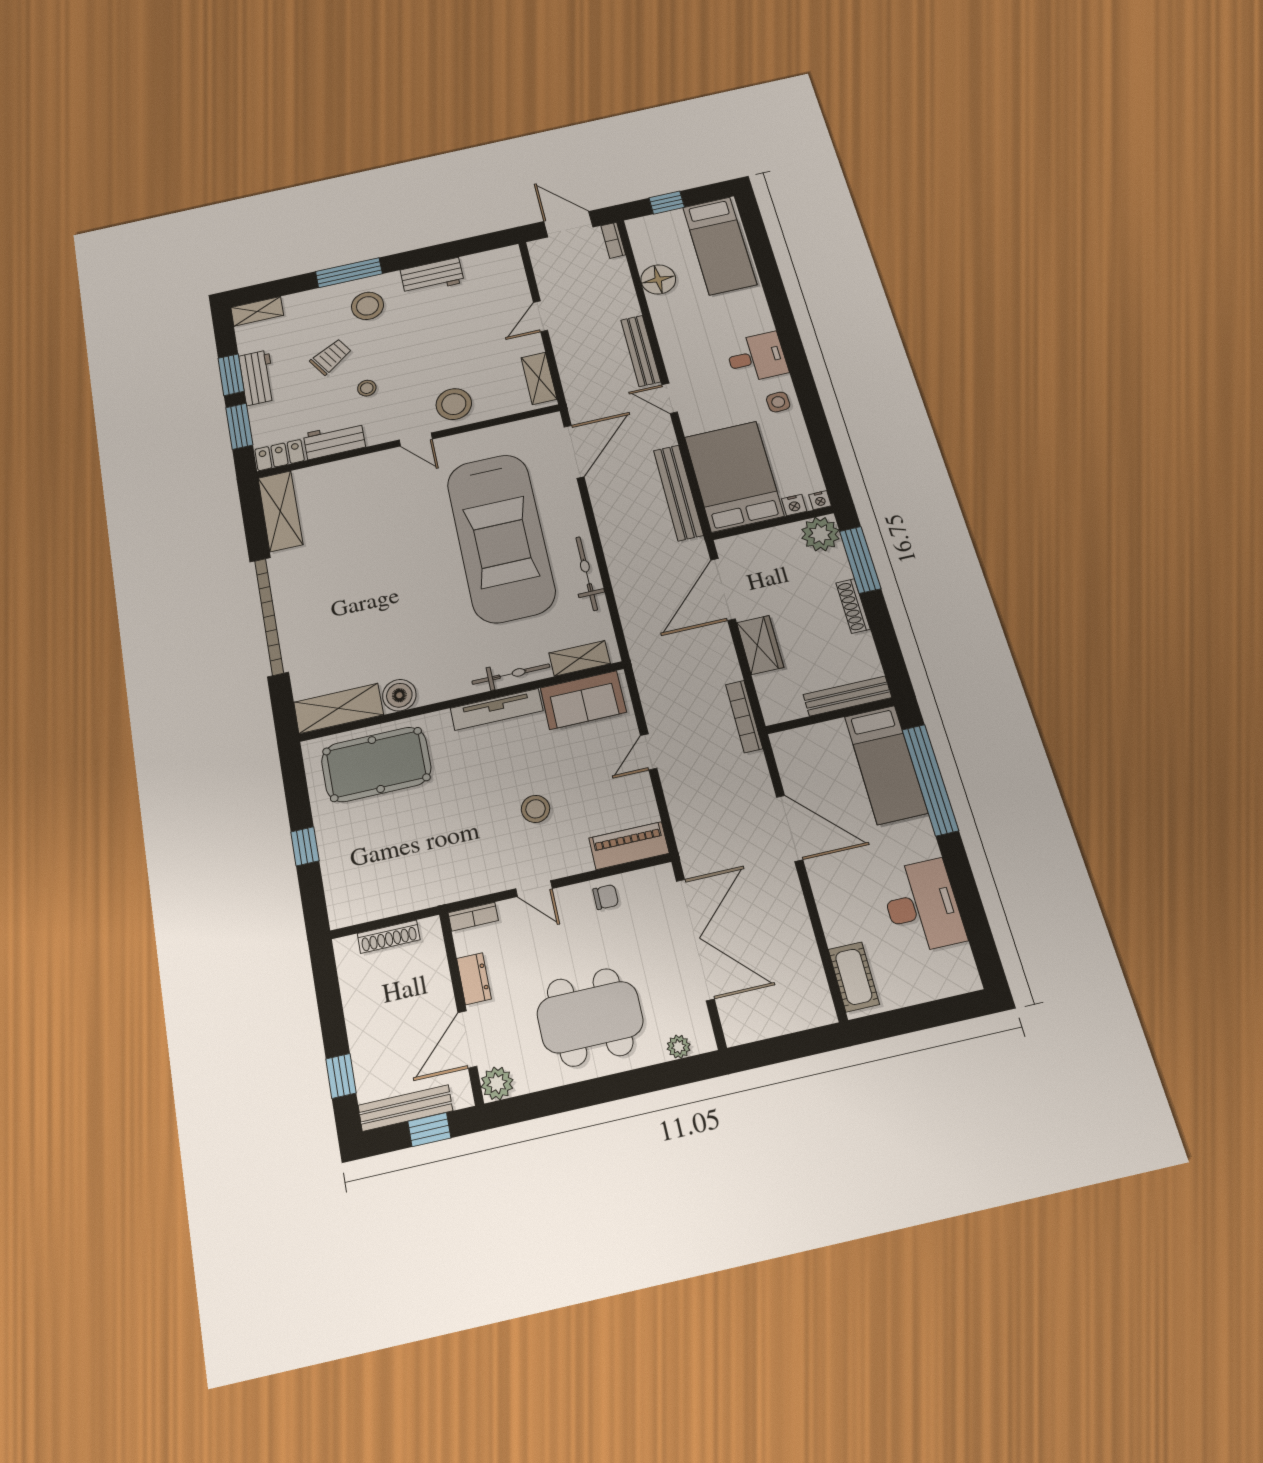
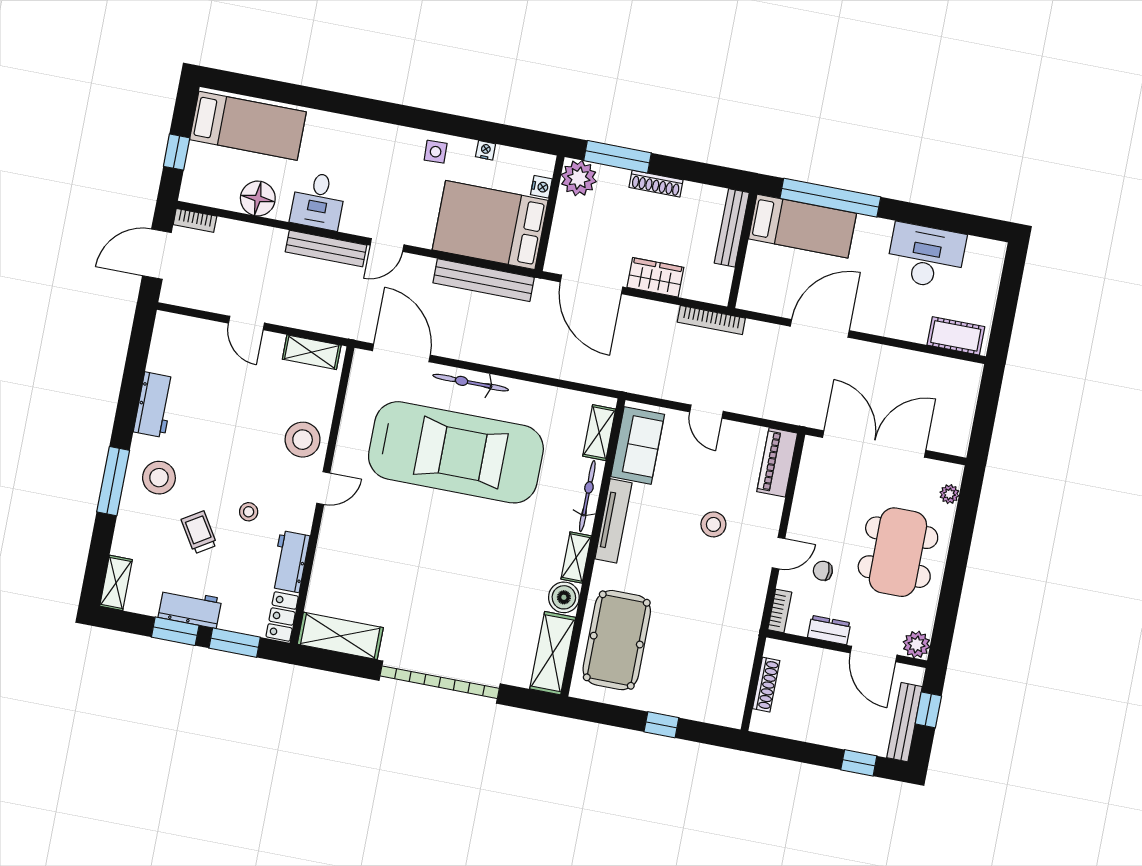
desk: (757, 357) -> (318, 201), moved, turned 180
nightstand: (820, 500) -> (486, 150), moved, turned -90
bicycle: (587, 573) -> (471, 383), moved
shelving: (444, 690) -> (576, 557), added
chair: (606, 897) -> (823, 571), moved, turned -90

